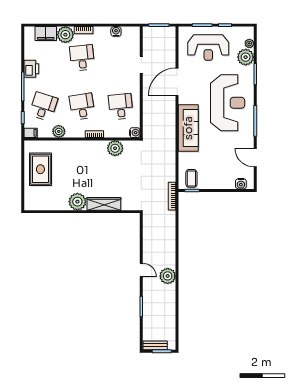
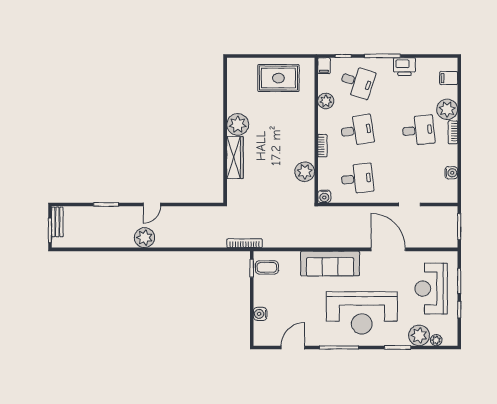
filing cabinet: (46, 33) -> (449, 78), width x0.50
water cooler: (241, 184) -> (260, 314), moved

